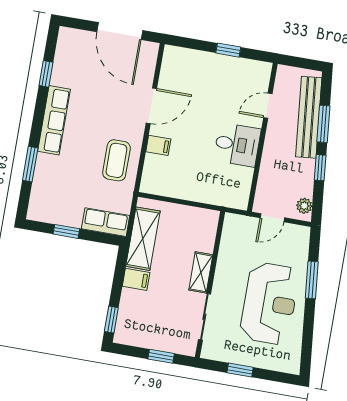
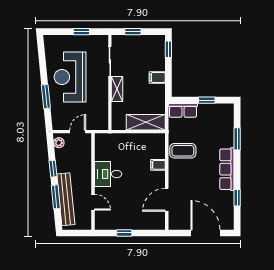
door: (120, 31) -> (205, 233), moved
door: (151, 106) -> (167, 200), moved
door: (268, 106) -> (93, 202), hinge flipped
coffee table: (116, 160) -> (183, 151), turned 90
shelving: (143, 239) -> (146, 122), moved, turned 90

